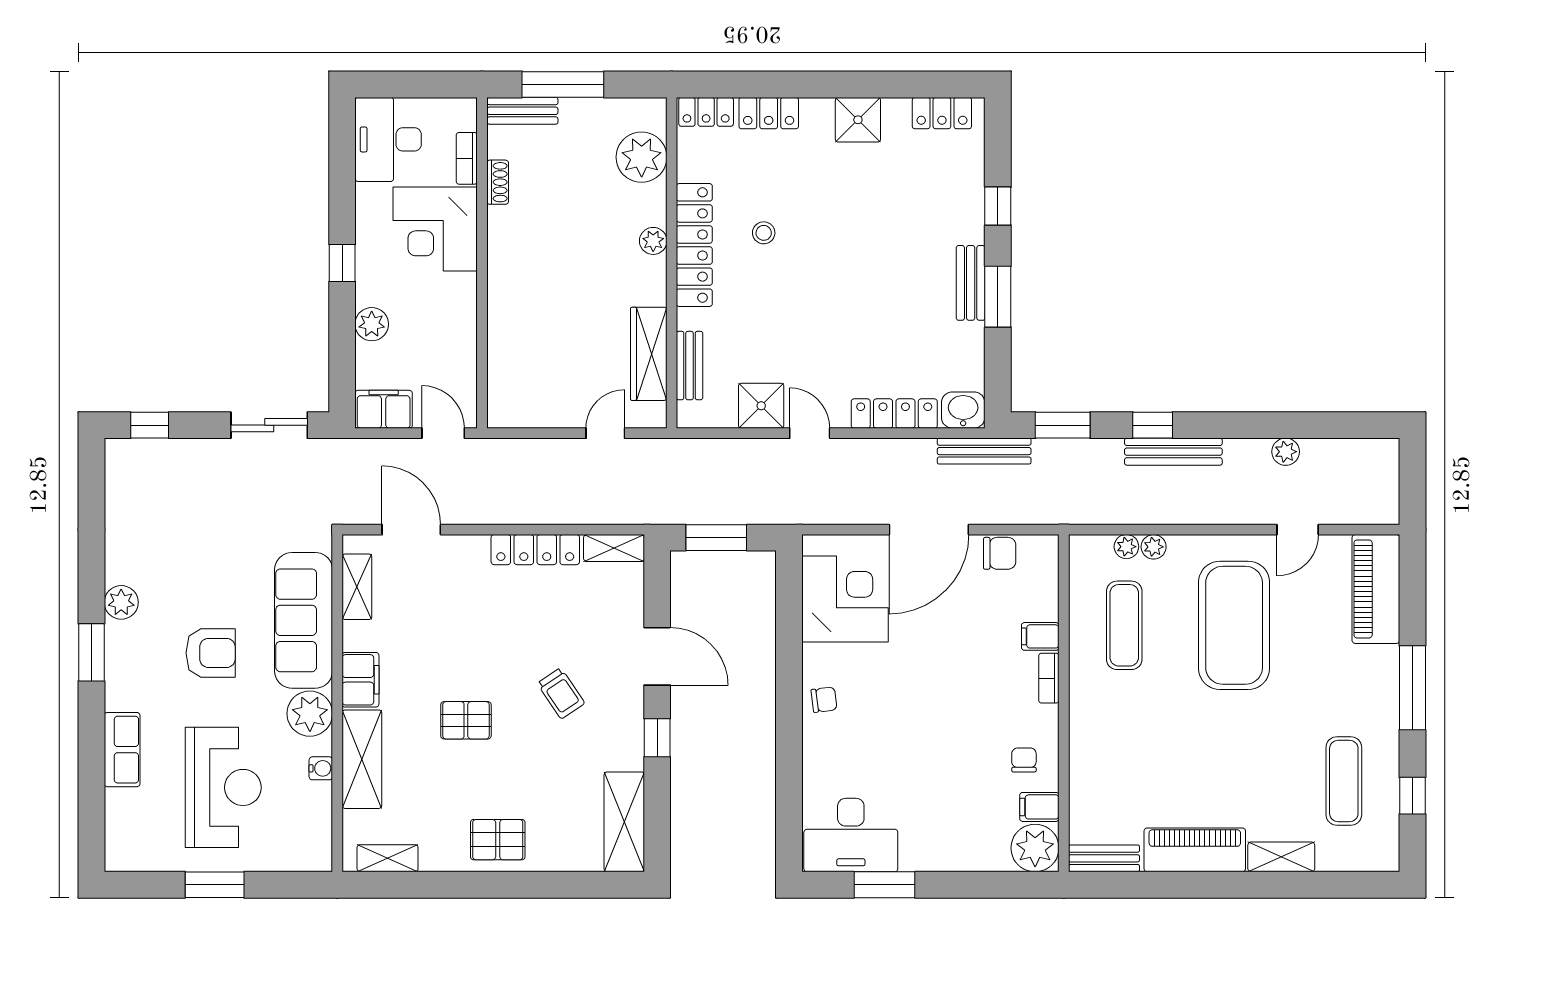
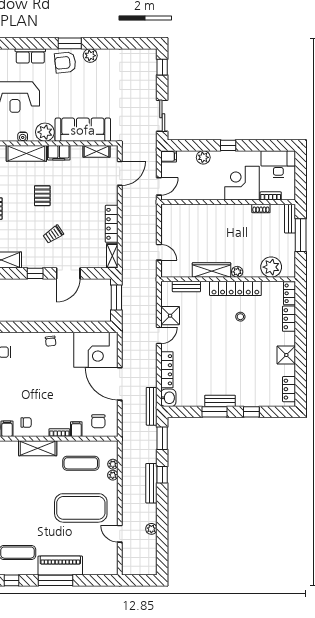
wardrobe: (649, 354) -> (211, 270), moved
filing cabinet: (384, 409) -> (169, 156), width x0.50
chair: (1000, 553) -> (98, 421), moved
piano: (1376, 589) -> (60, 566), moved
armchair: (211, 653) -> (65, 63), moved, turned 84
shelving: (1087, 731) -> (38, 448), added

